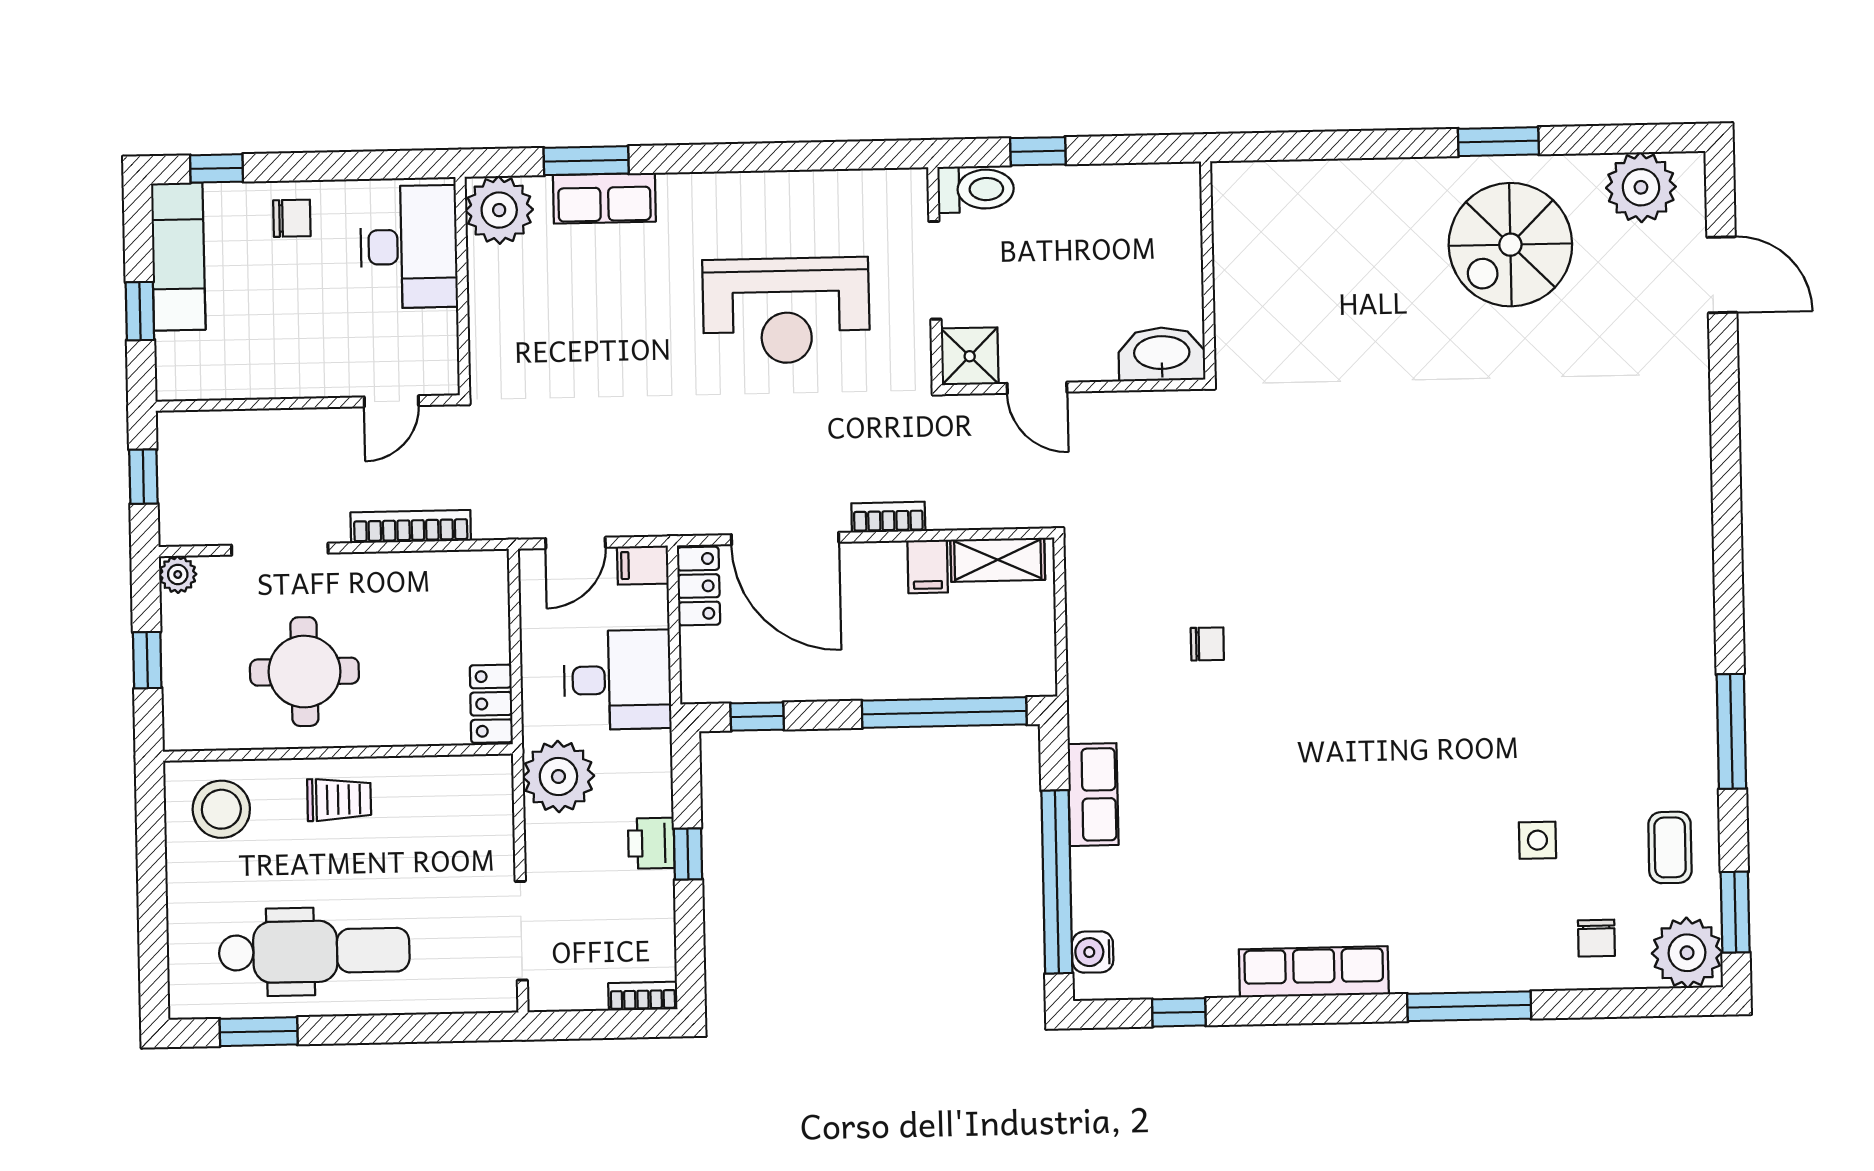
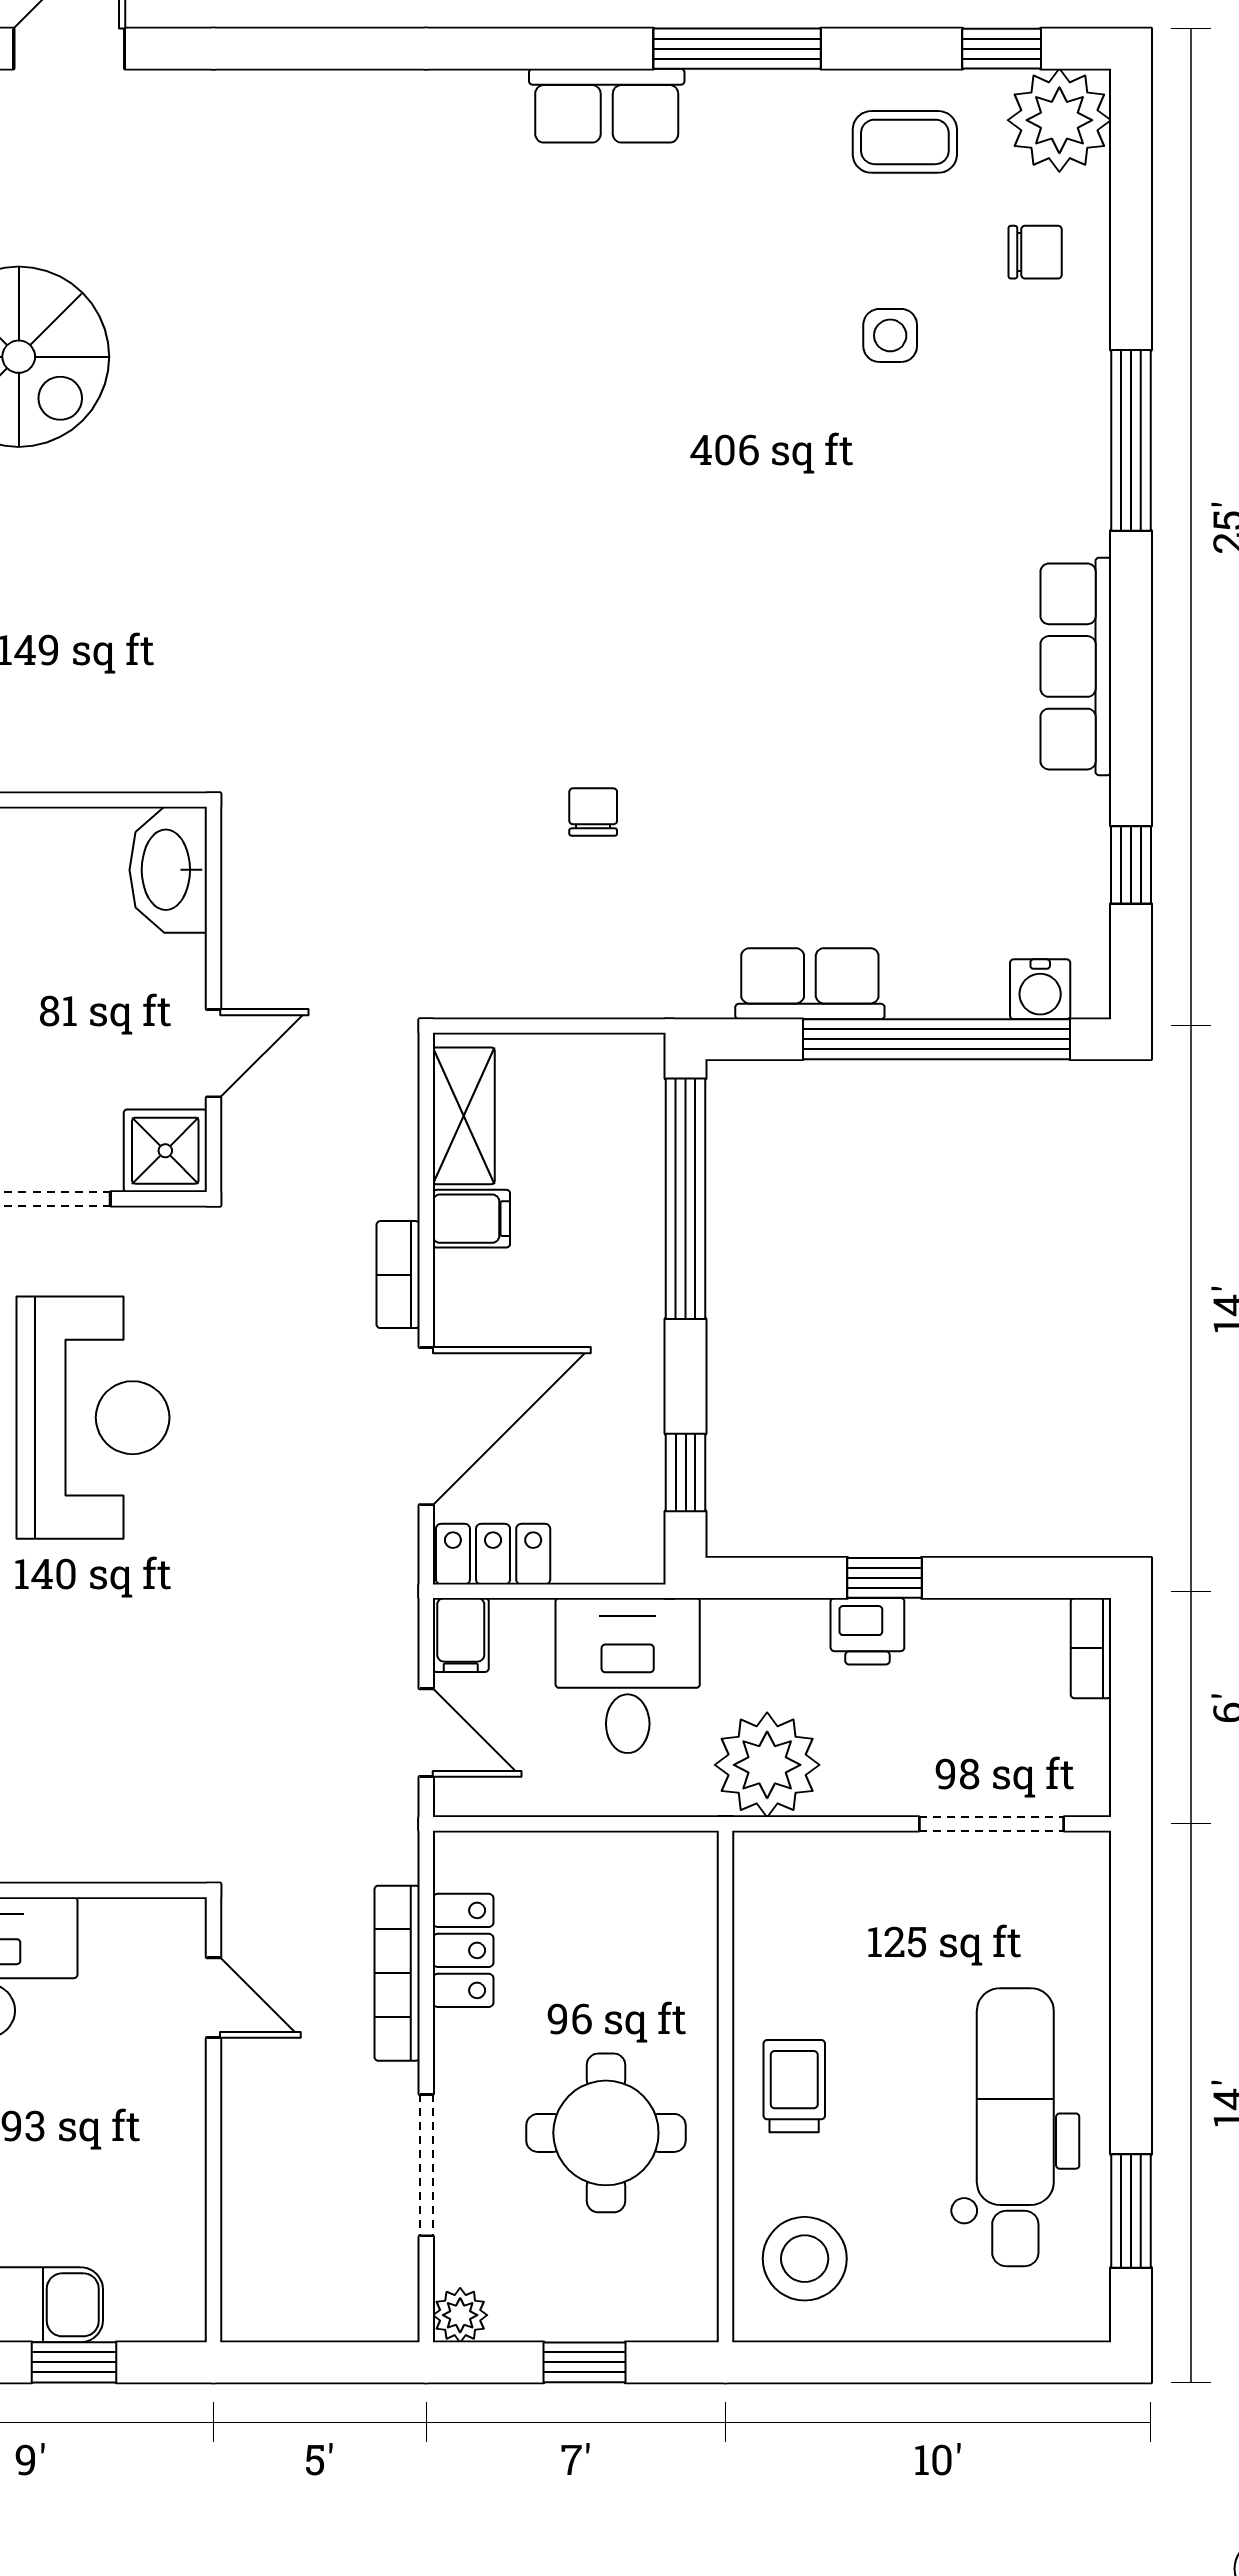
window: (143, 477) -> (316, 2362), removed
row of seats: (1691, 643) -> (607, 106), added
locker: (491, 704) -> (463, 1950), moved, turned -90
window: (1735, 912) -> (1002, 49), width x0.67

